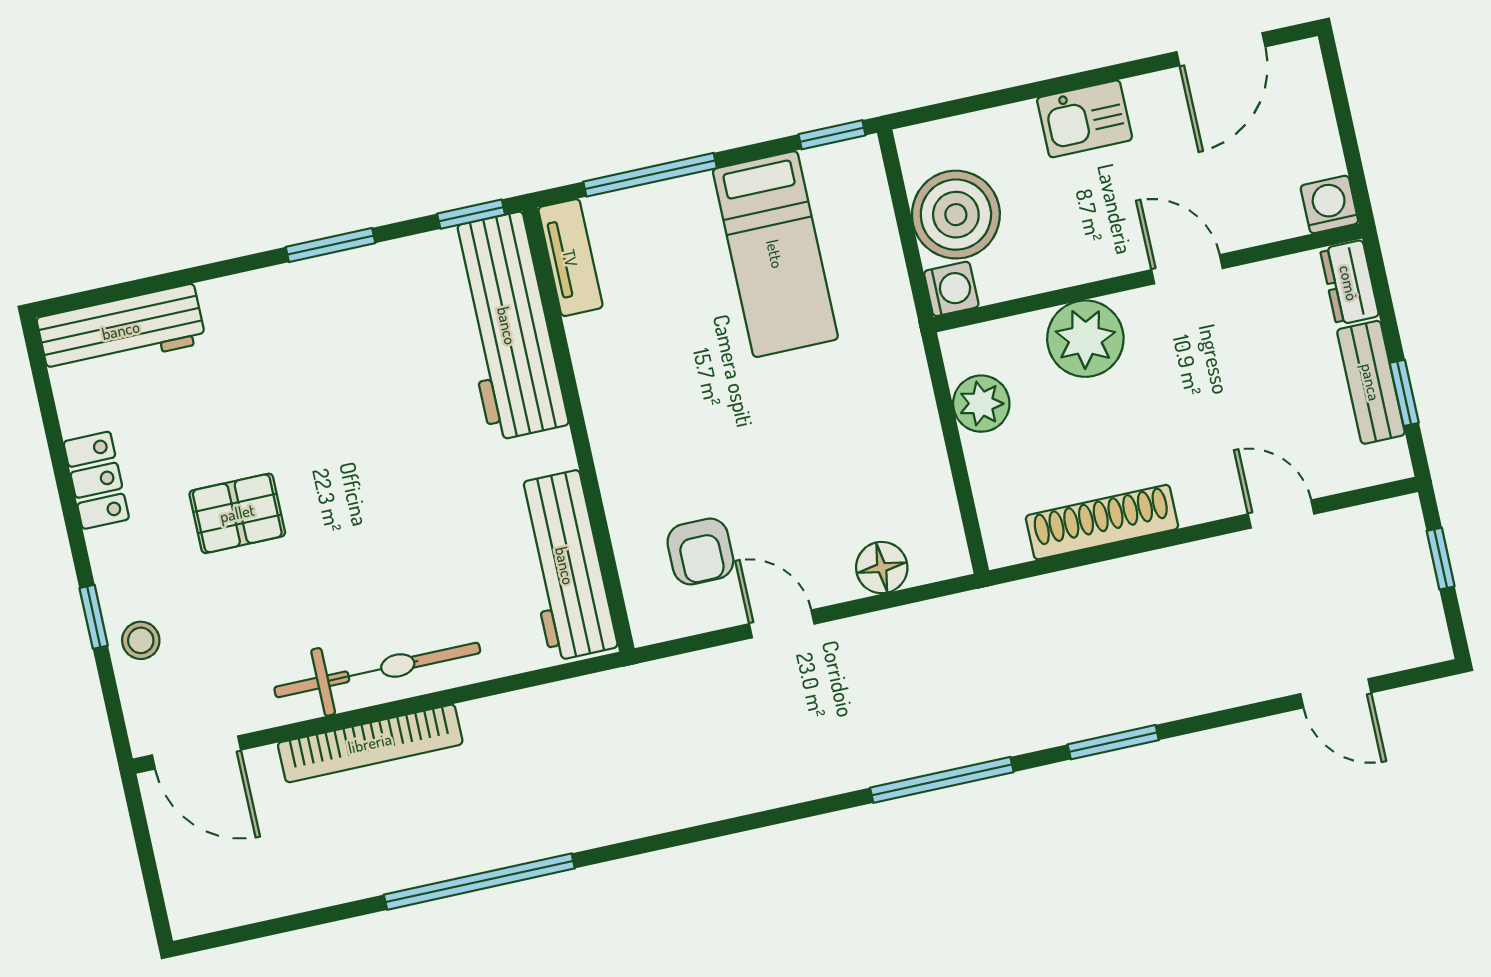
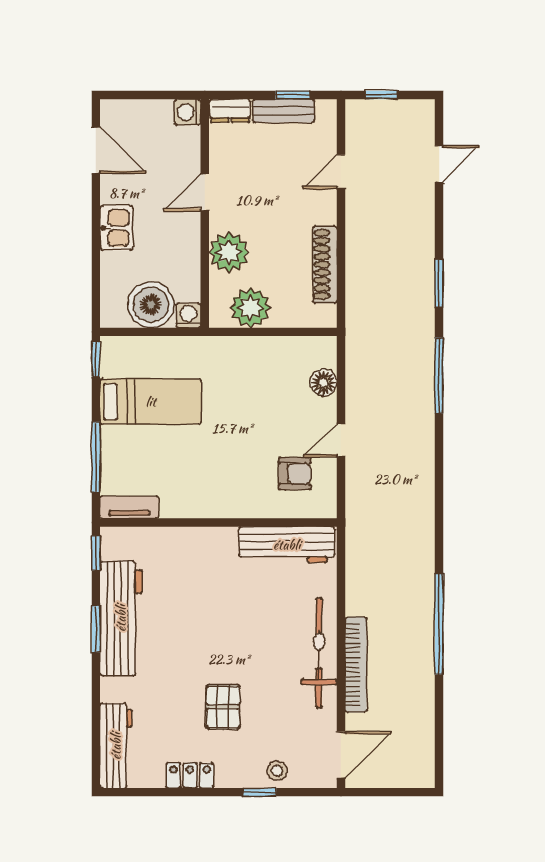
workbench: (507, 326) -> (121, 618), moved, turned -90
plant: (981, 404) -> (250, 308), width x1.36, depth x1.36

